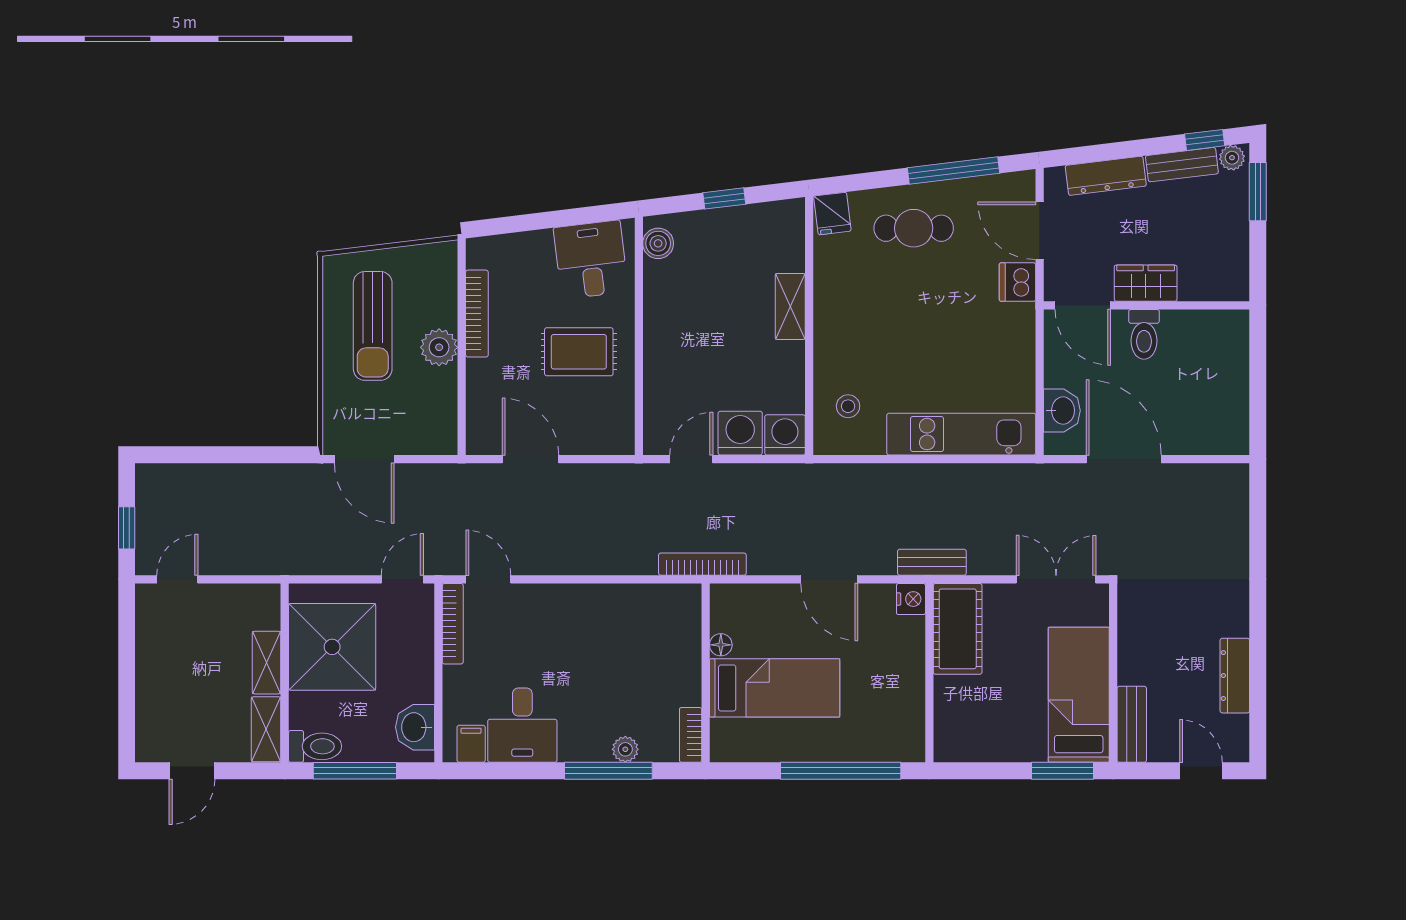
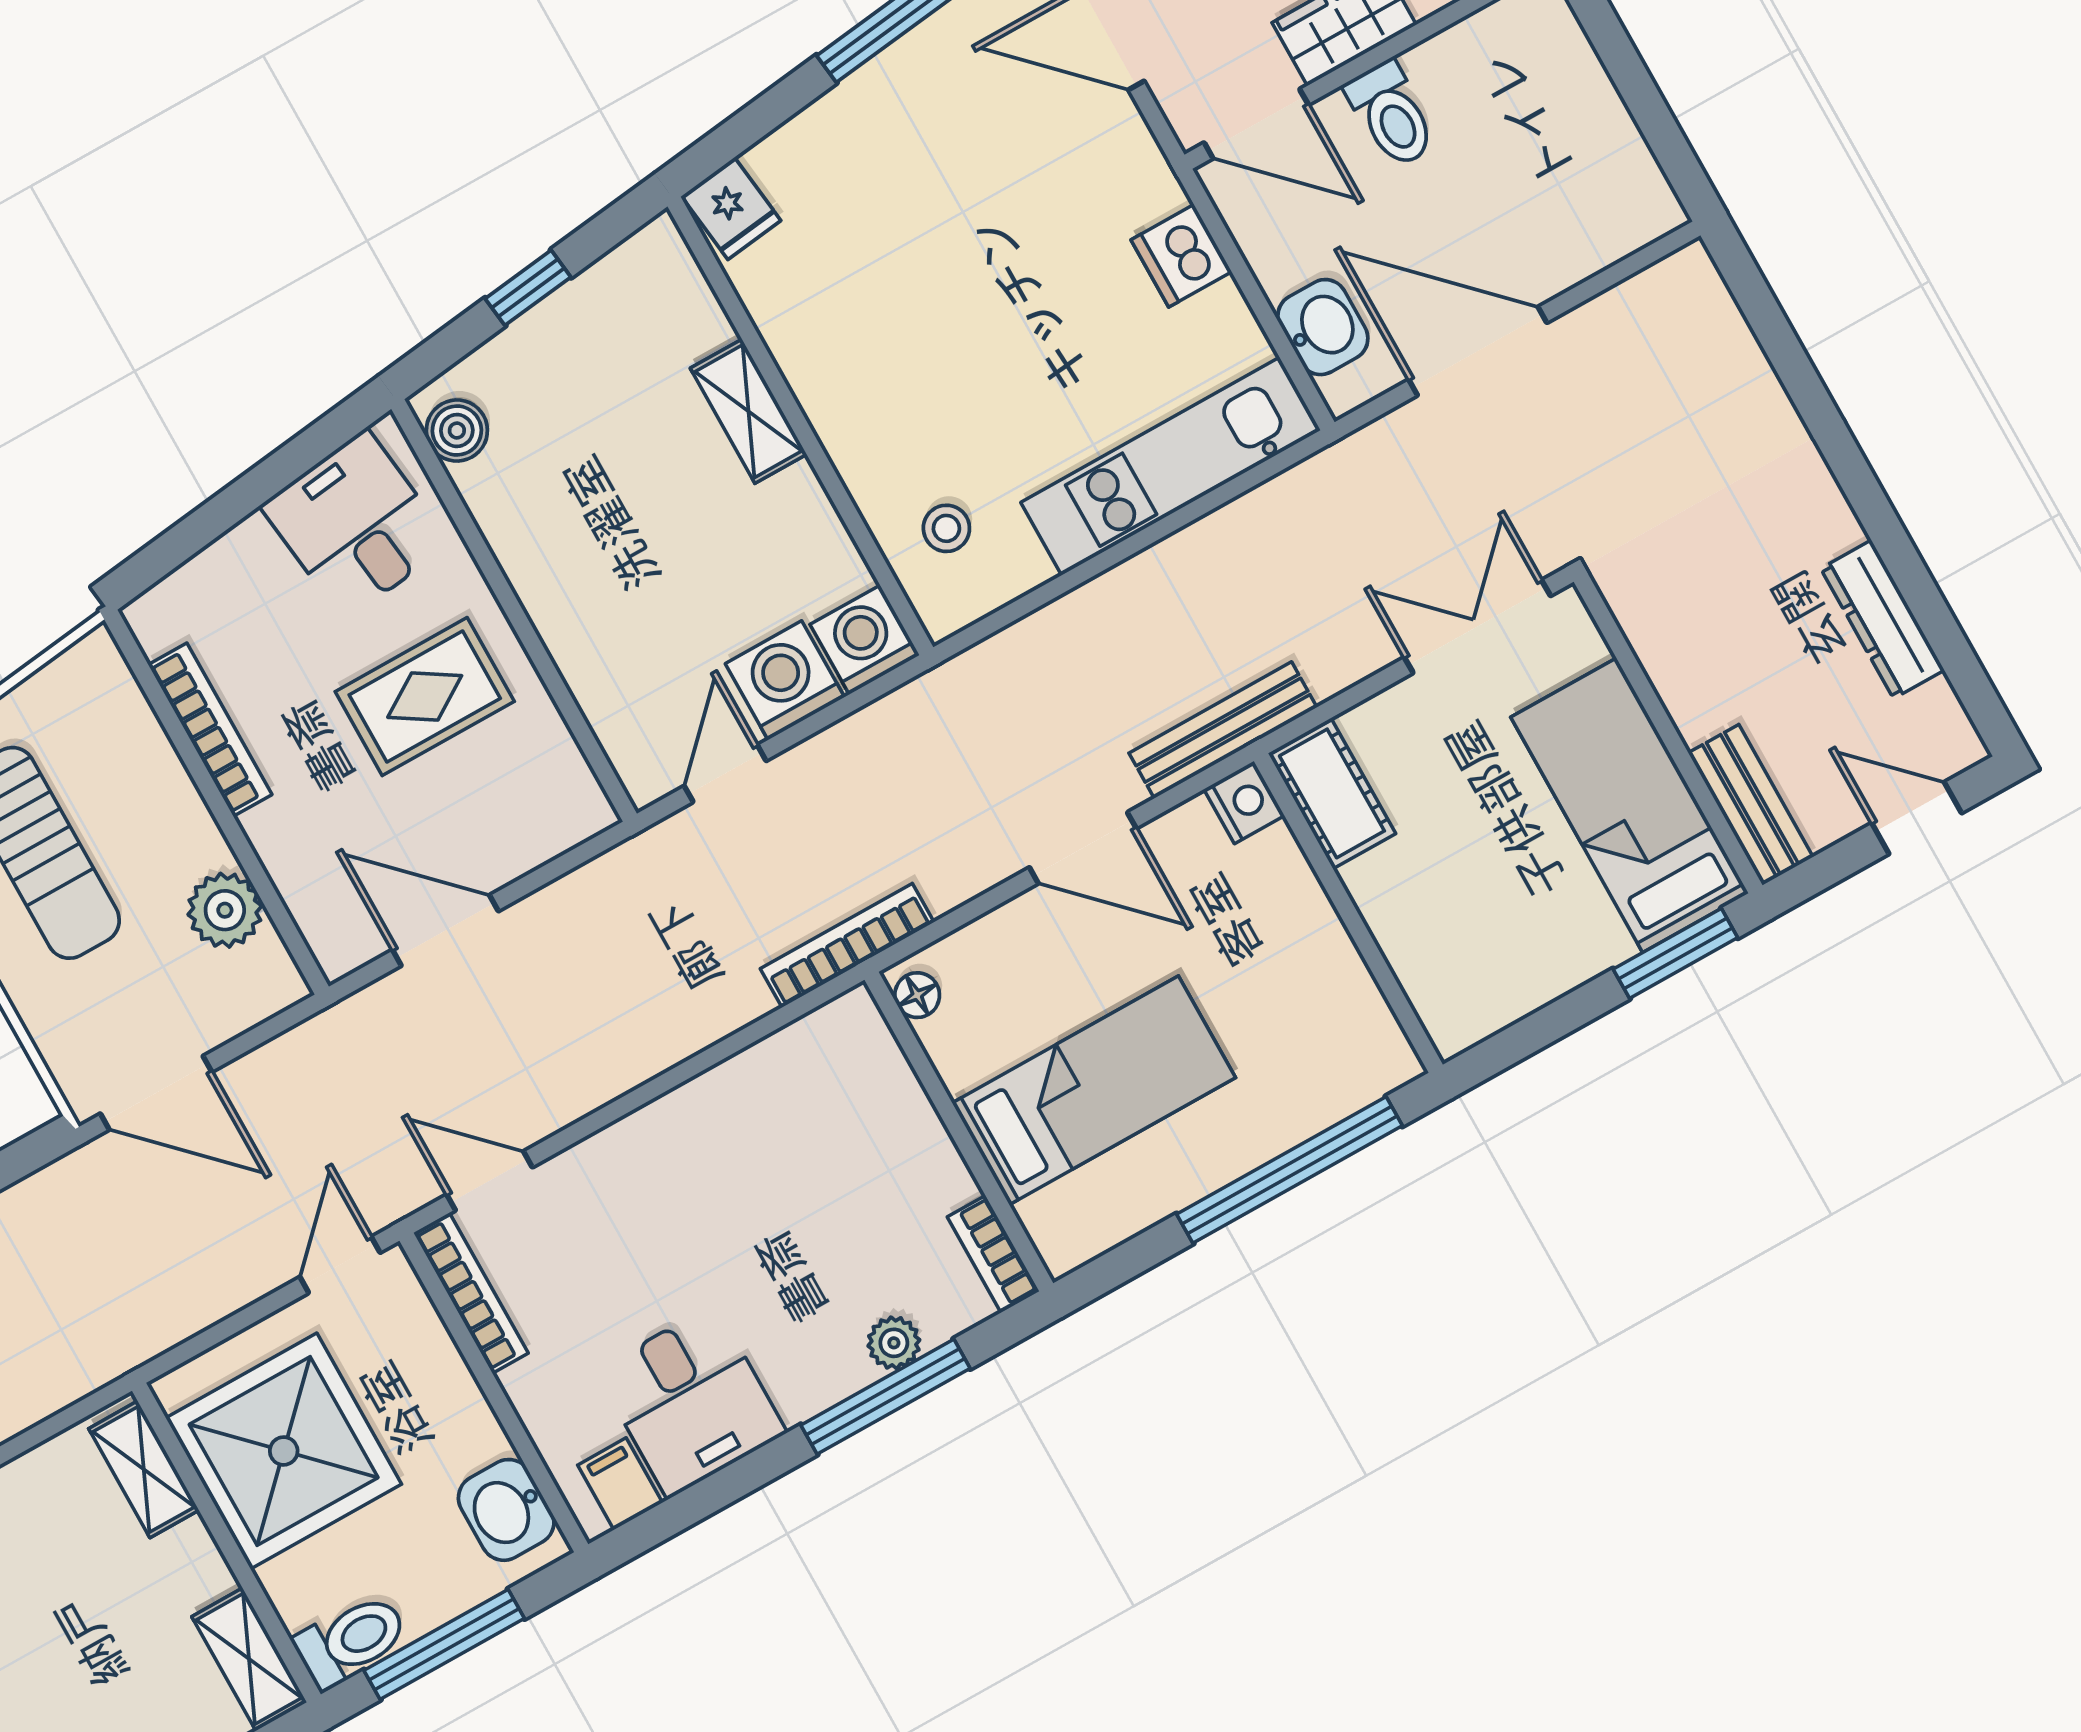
cafe table: (914, 228) -> (887, 155), removed
dishwasher: (1018, 282) -> (1181, 256), moved
plant: (439, 347) -> (225, 910), moved
bench: (932, 562) -> (1223, 730), width x1.36
cot: (958, 629) -> (1332, 793), width x0.73, depth x0.75
floor lamp: (721, 645) -> (917, 995), moved
shelving: (267, 663) -> (144, 1469), moved

